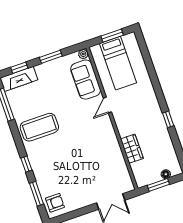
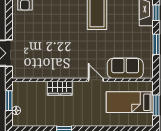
plant: (83, 54) -> (149, 74), removed
wardrobe: (132, 149) -> (60, 88), moved

